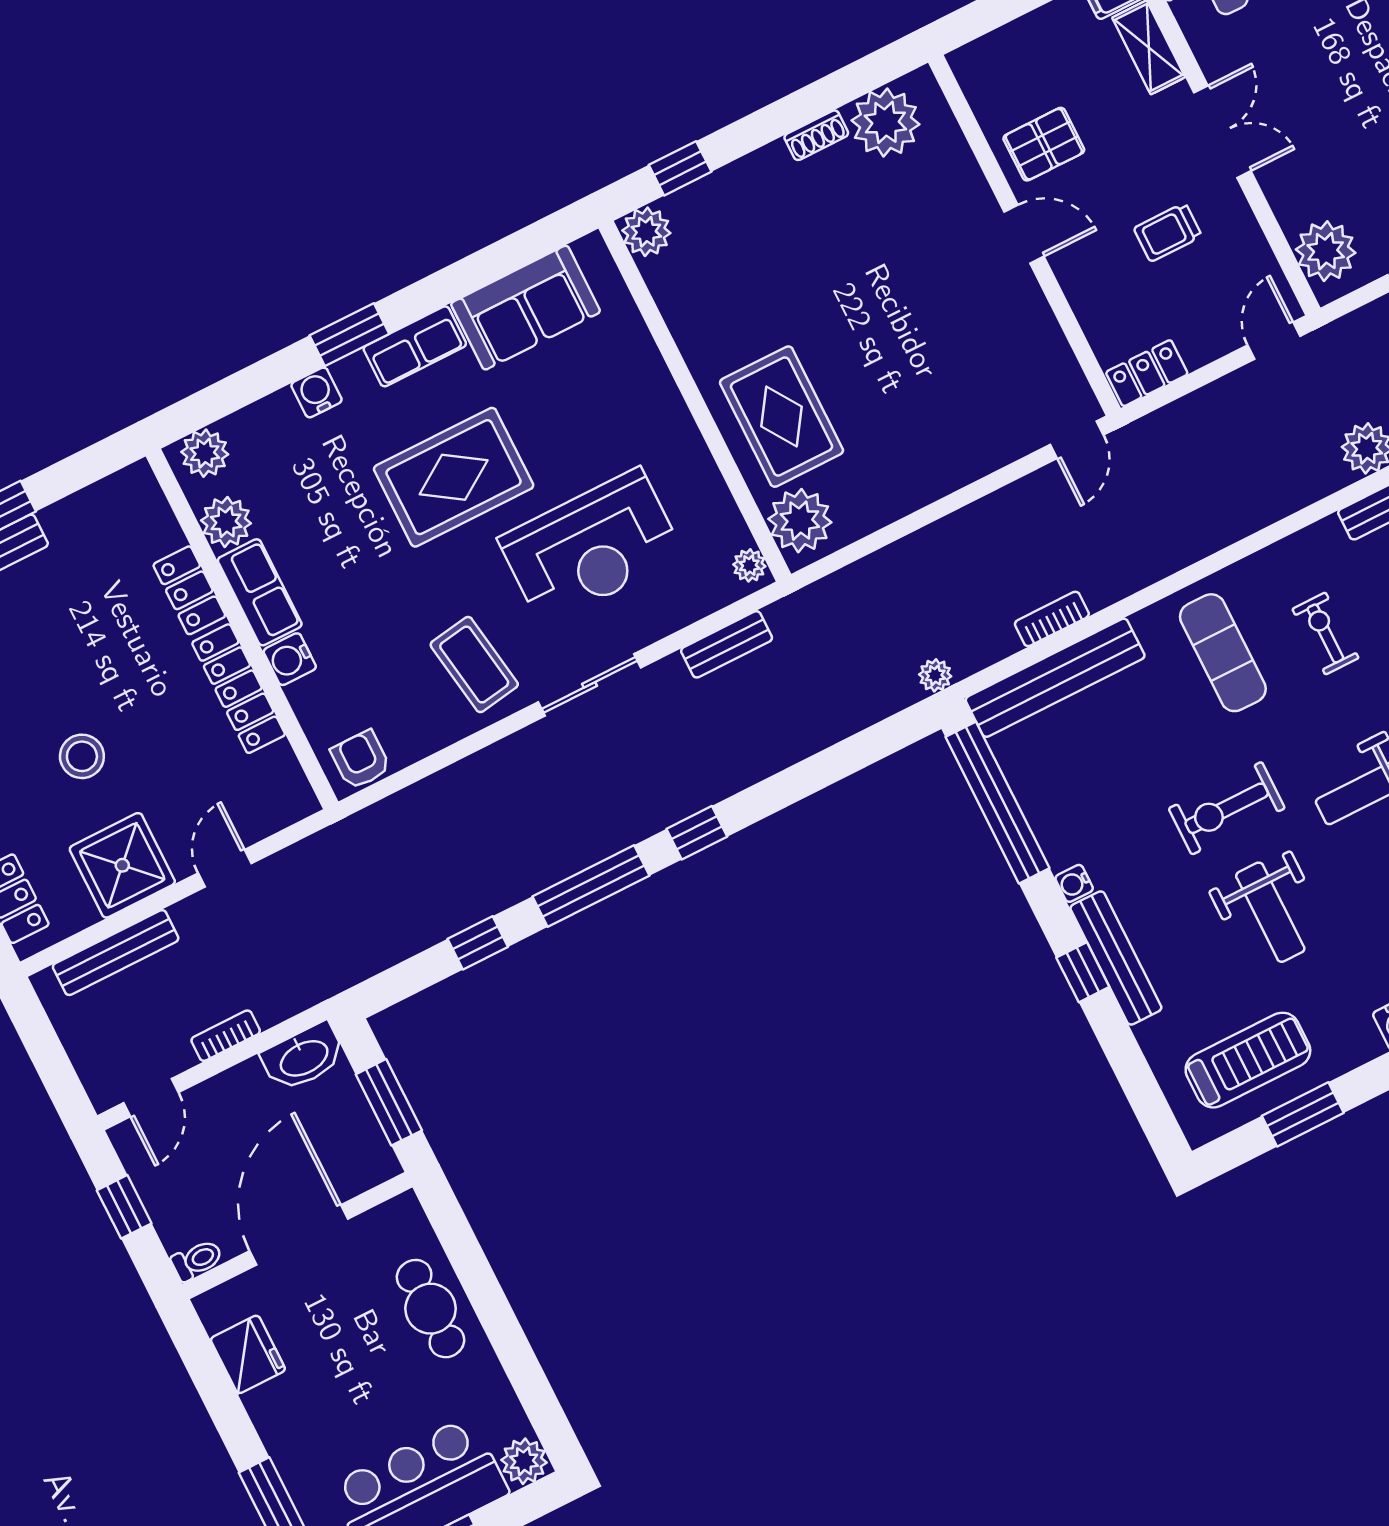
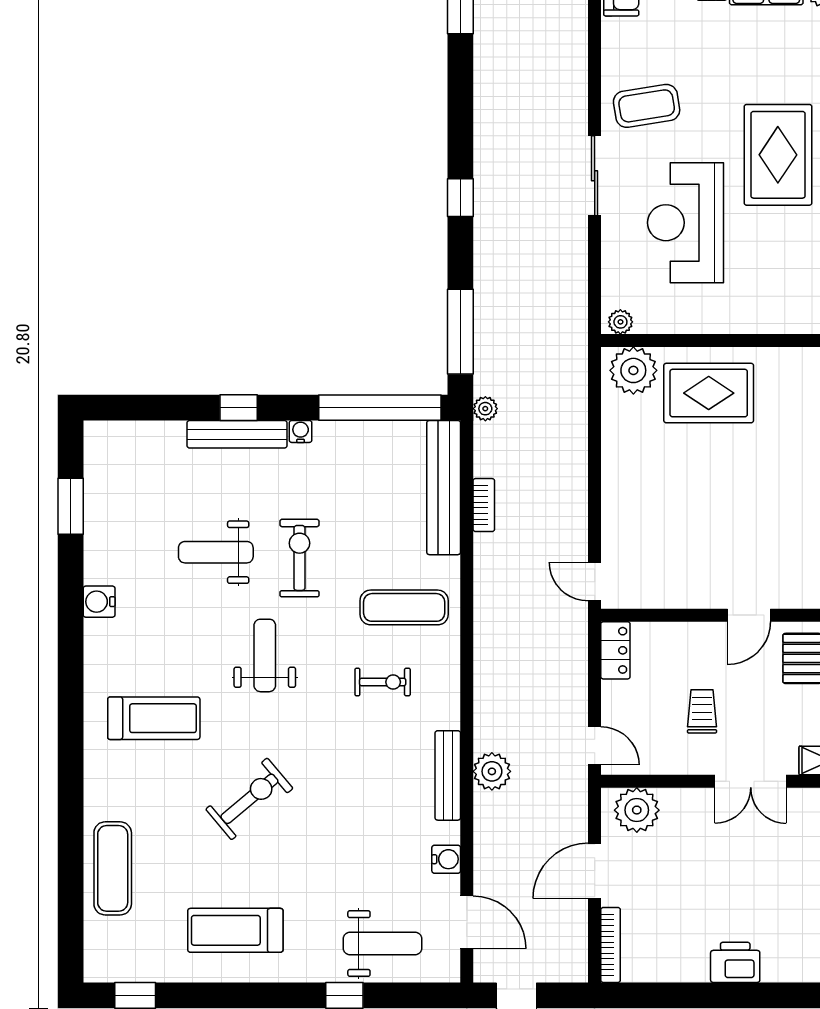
bench: (727, 644) -> (576, 280), removed
window: (591, 886) -> (460, 332), moved
treadmill: (1248, 1060) -> (125, 488), removed

